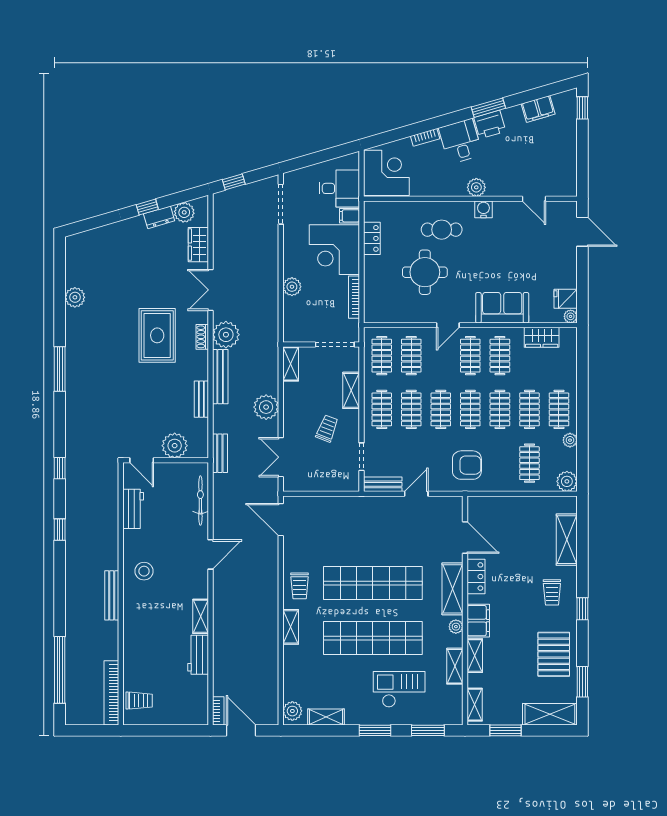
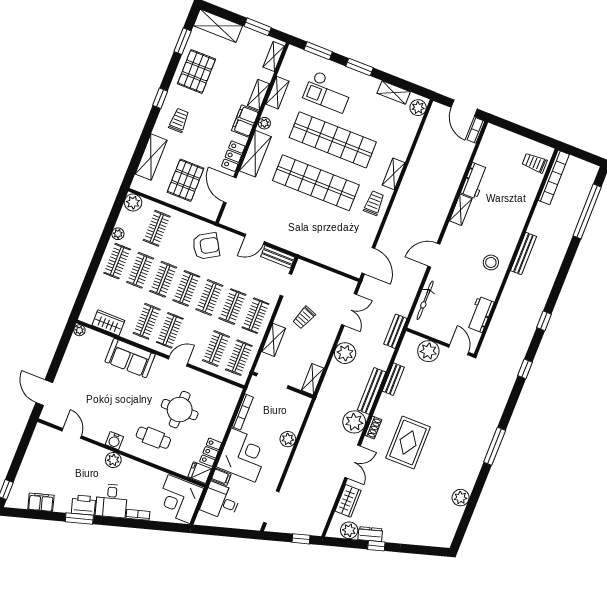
fridge: (566, 299) -> (200, 473), moved, turned 180
armchair: (467, 465) -> (206, 246), turned 149
pallet: (518, 529) -> (186, 180), added

